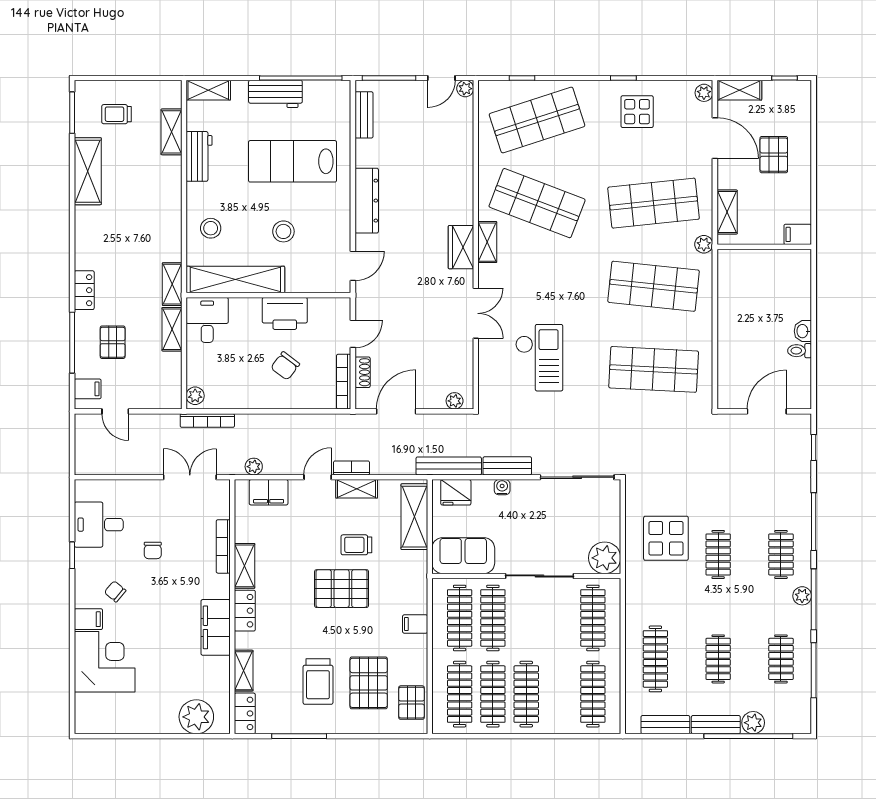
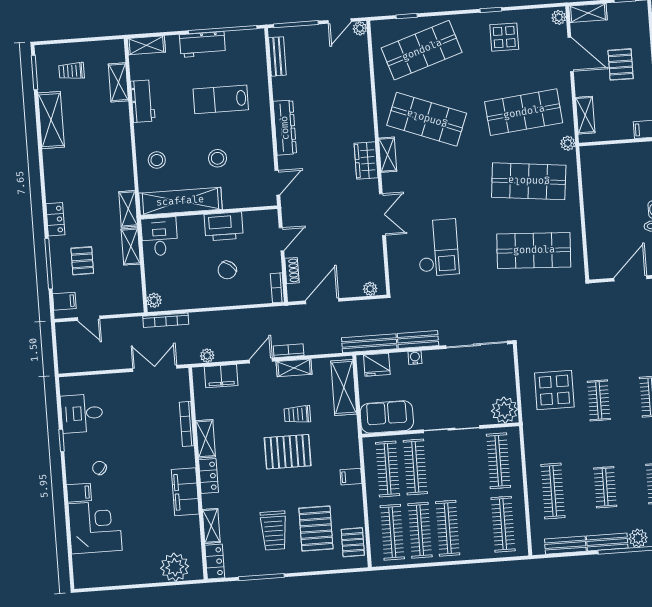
lab bench: (293, 161) -> (221, 99), width x0.73, depth x0.72
bookcase: (344, 382) -> (277, 288), width x0.64
chair: (153, 550) -> (128, 432), removed

